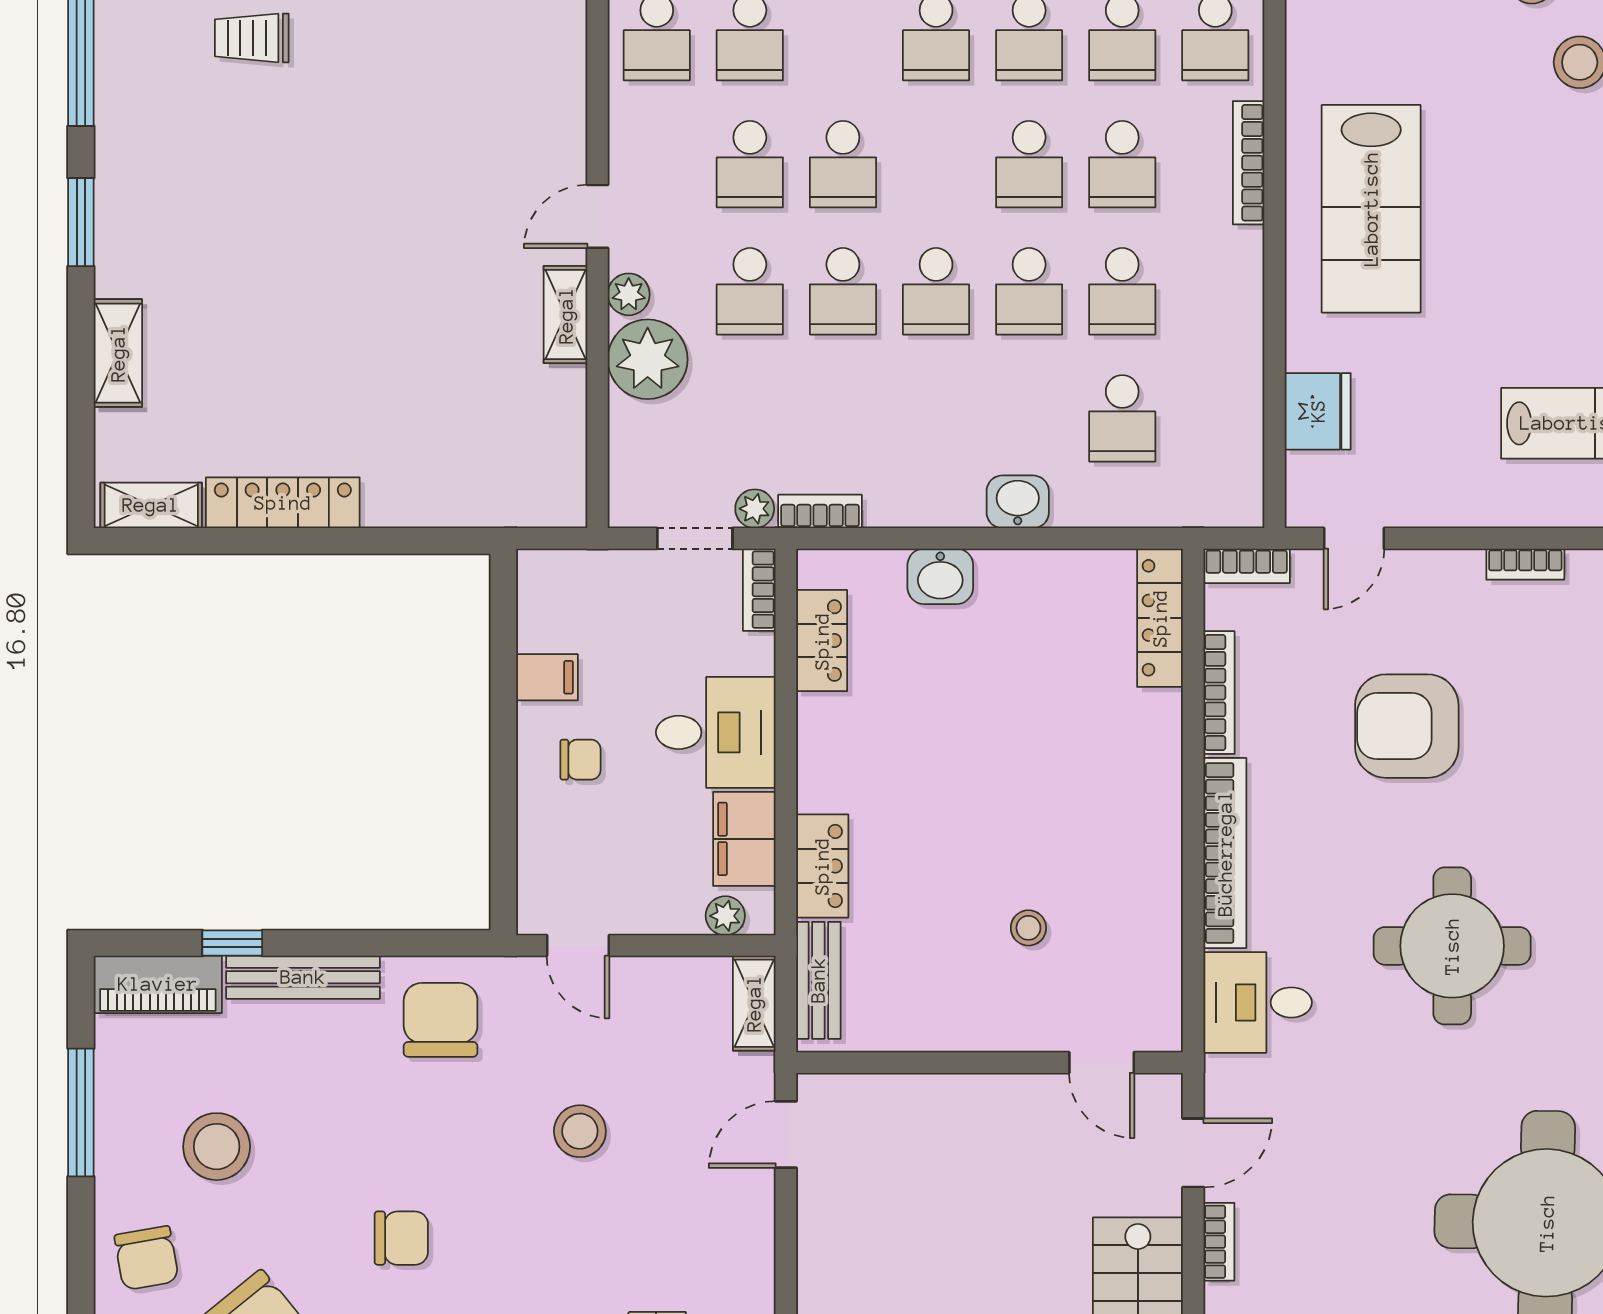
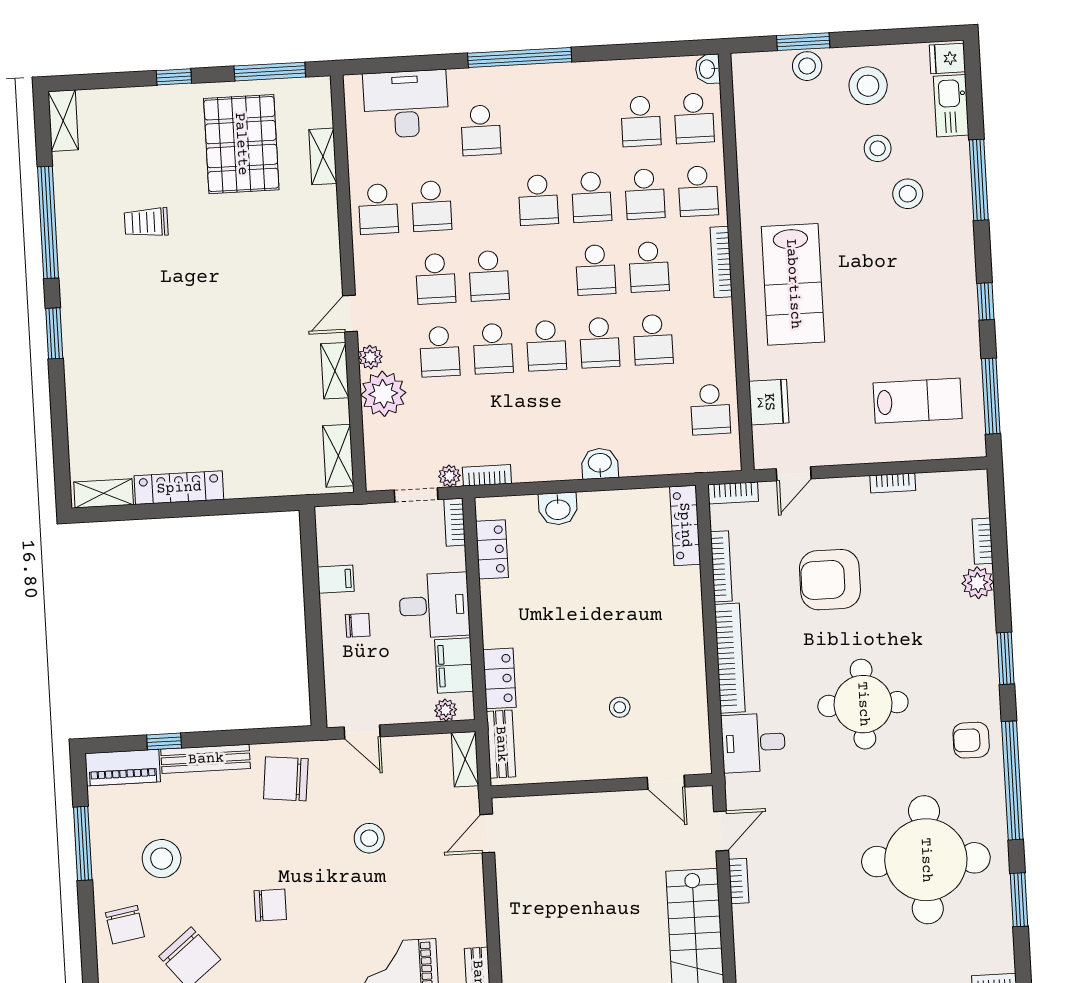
shelving: (118, 353) -> (338, 456), moved
school desk: (1122, 418) -> (710, 409), moved
chair: (441, 1020) -> (286, 779), turned -84

